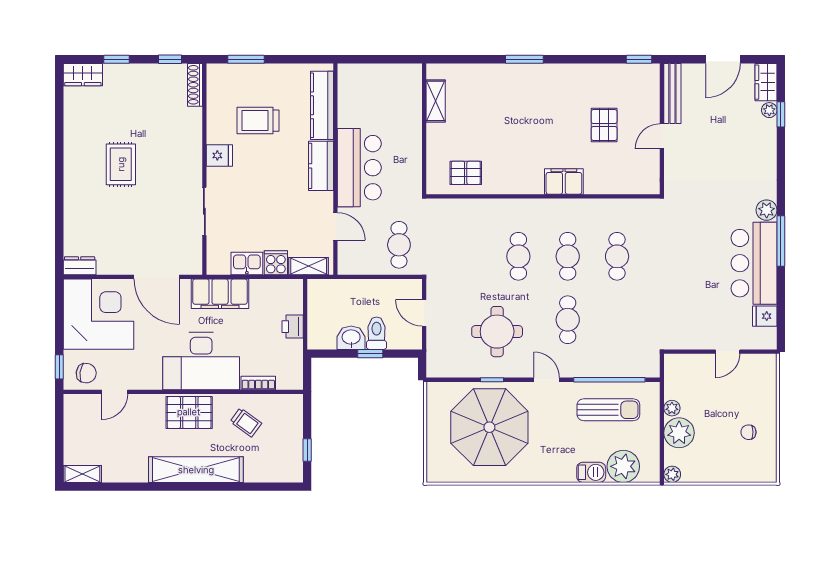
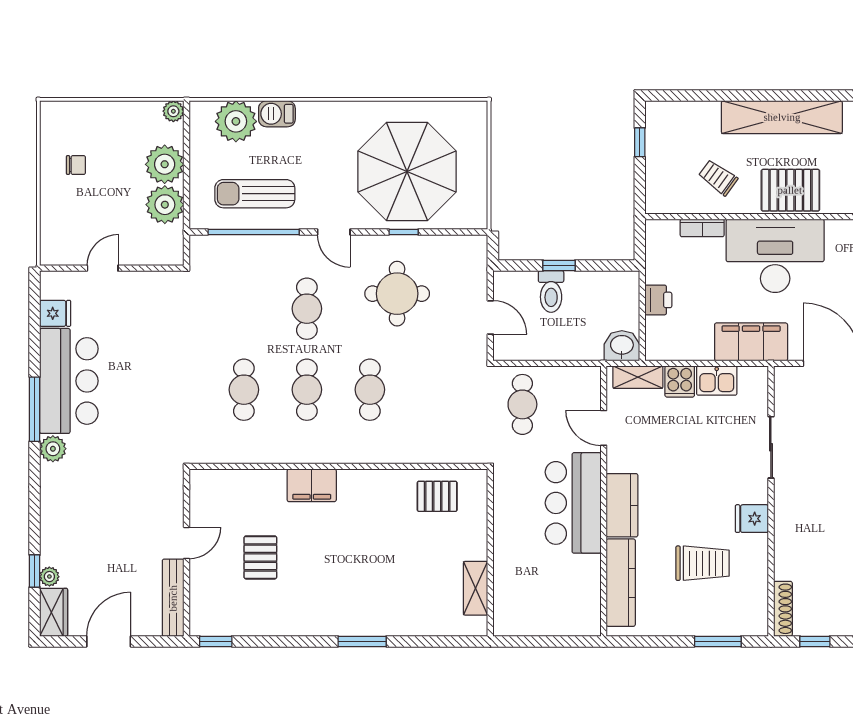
washbasin: (351, 338) -> (622, 346), moved, turned 180
plant: (672, 408) -> (165, 205), width x1.88, depth x1.88

